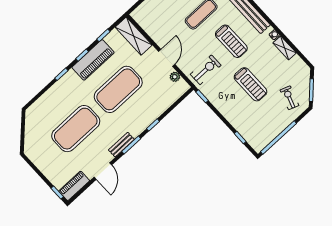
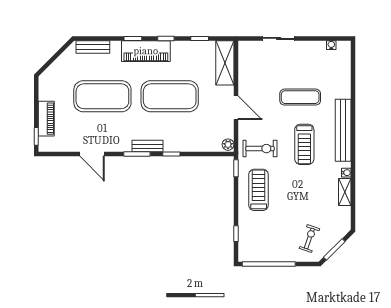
door: (167, 58) -> (236, 108), hinge flipped
piano: (93, 60) -> (146, 51), moved
plant: (175, 77) -> (228, 145), moved
treadmill: (250, 84) -> (259, 190), moved, turned 180
bench: (41, 103) -> (93, 47), added
bench: (121, 145) -> (148, 146), moved
door: (103, 171) -> (92, 154), hinge flipped
piano: (74, 186) -> (46, 119), moved, turned 90

